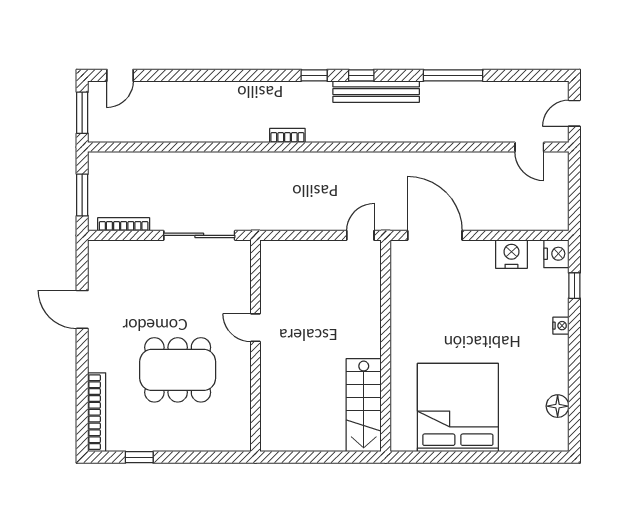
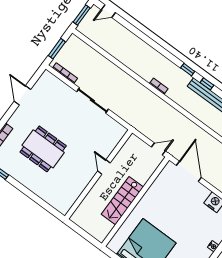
door: (255, 328) -> (104, 167), moved
wall: (255, 346) -> (98, 174), moved
stairs: (364, 405) -> (122, 201), moved

